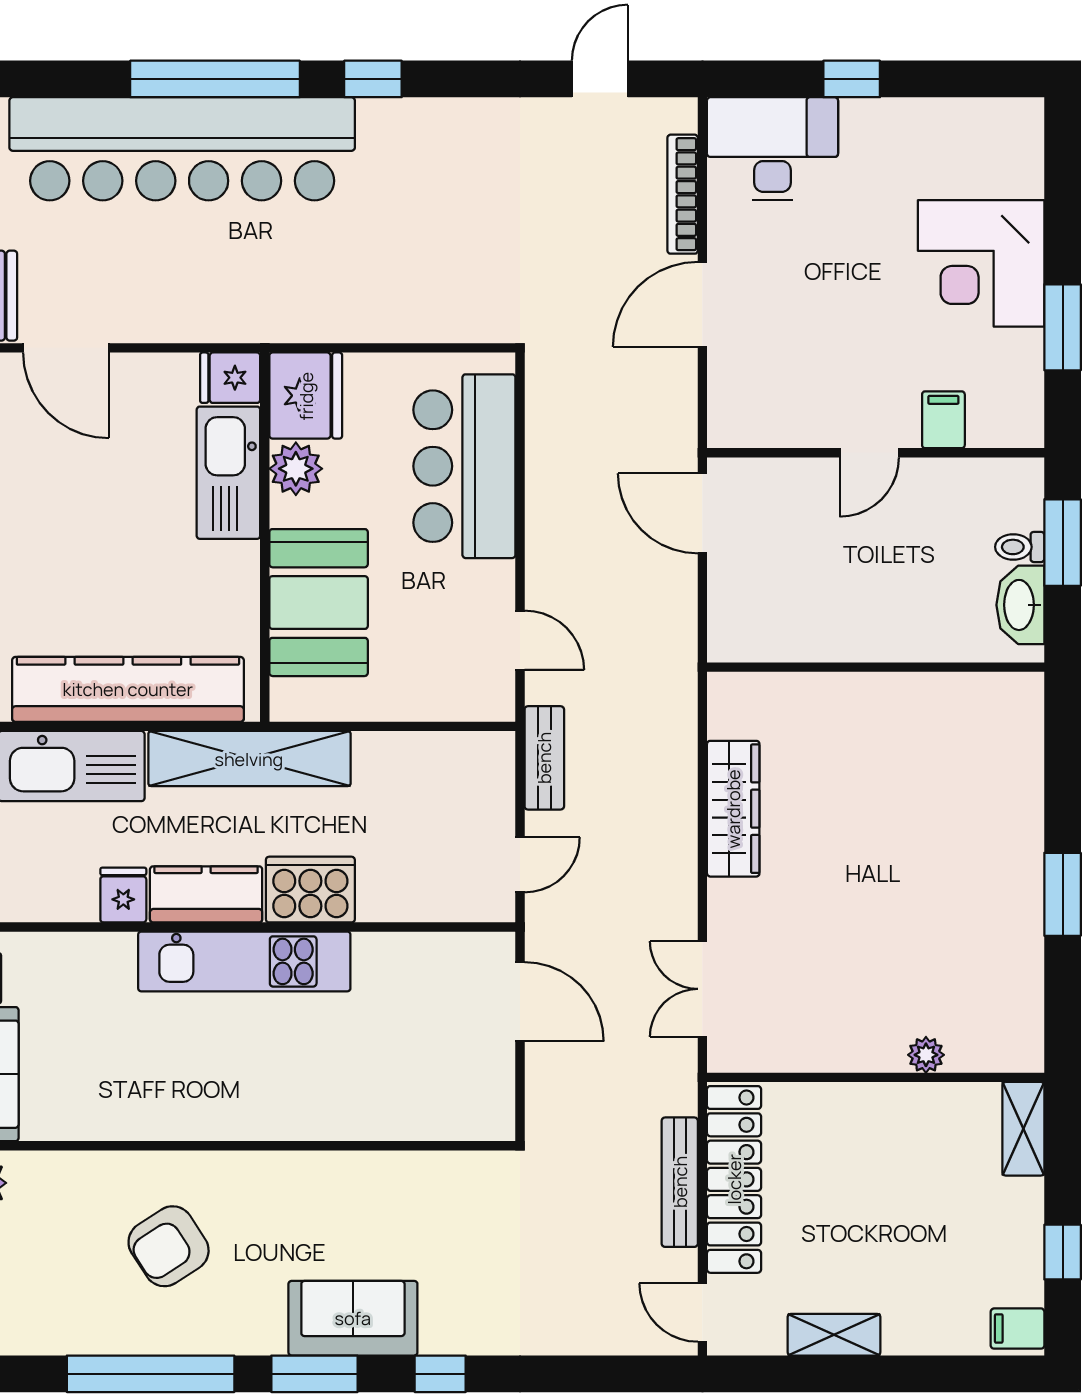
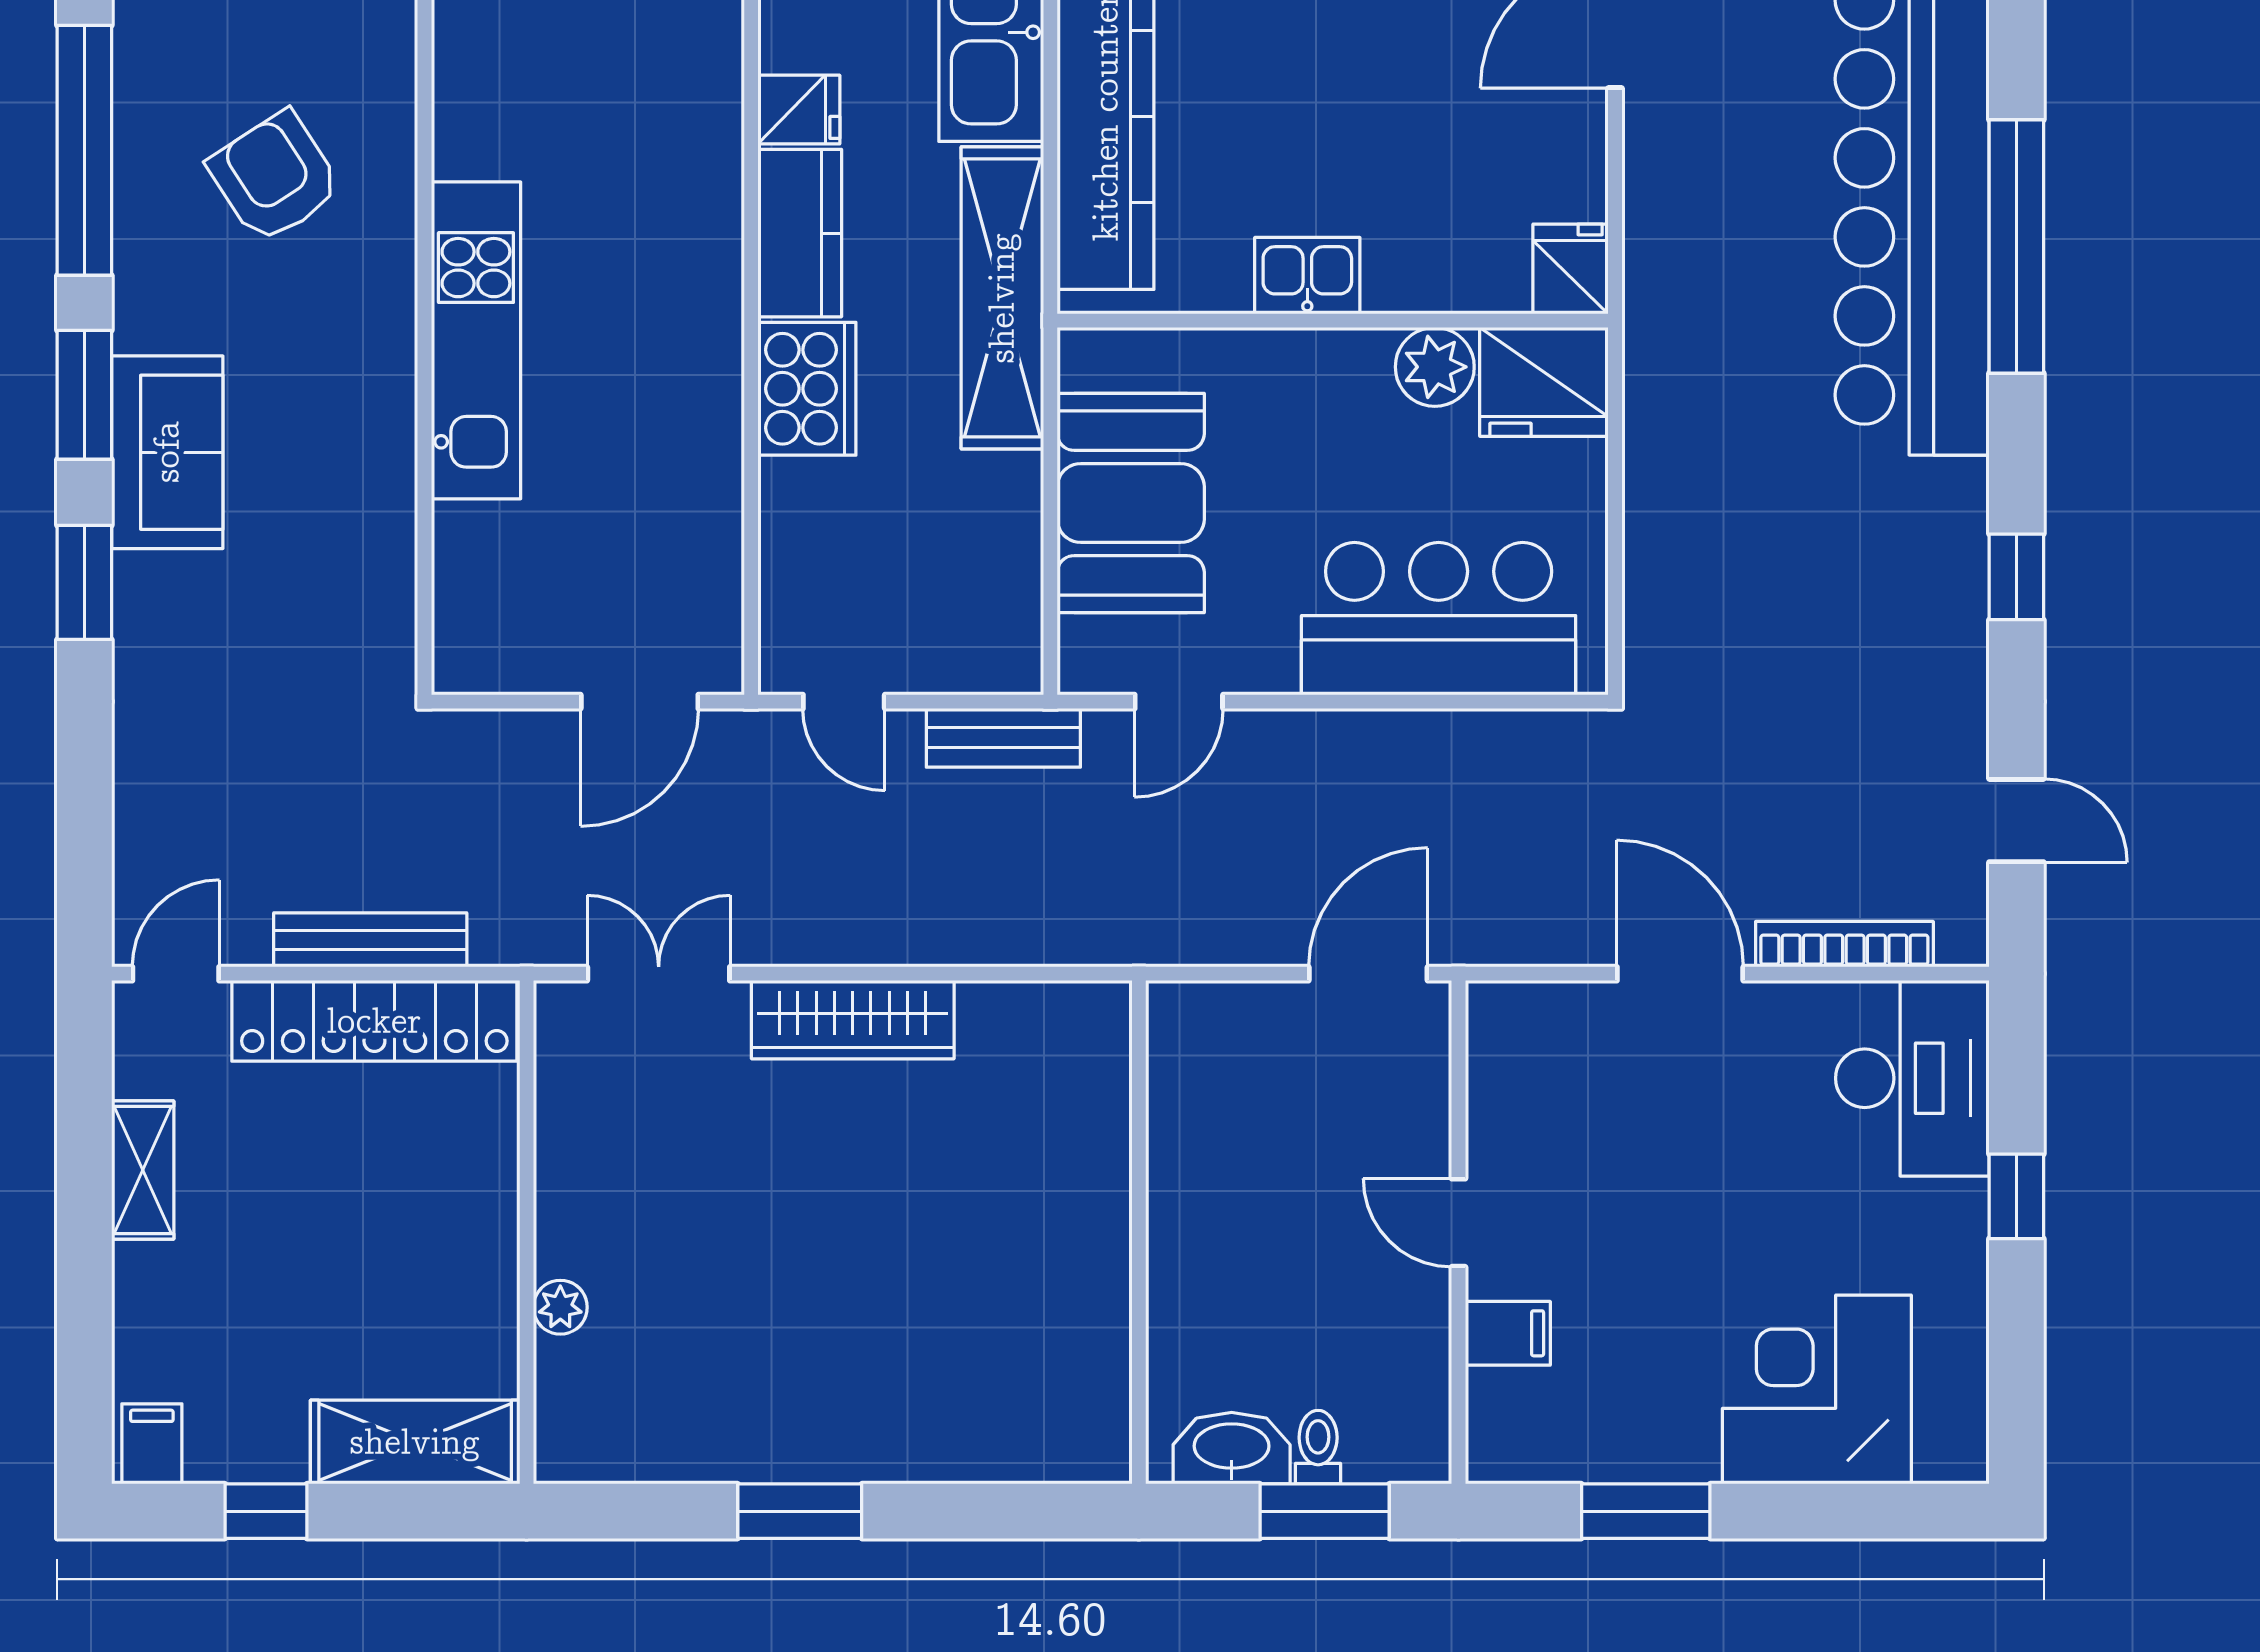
window: (373, 79) -> (2016, 577), moved
corner desk: (981, 263) -> (1817, 1389), moved
kitchen sink: (228, 473) -> (1307, 276), moved, width x0.53, depth x0.81
booth: (319, 603) -> (1131, 503), moved, turned 90
wardrobe: (733, 809) -> (853, 1020), moved
kitchen unit: (244, 961) -> (476, 340), moved, turned 180
shelving: (1023, 1129) -> (415, 1442), width x1.50, depth x1.33
window: (440, 1374) -> (84, 582), width x1.50

